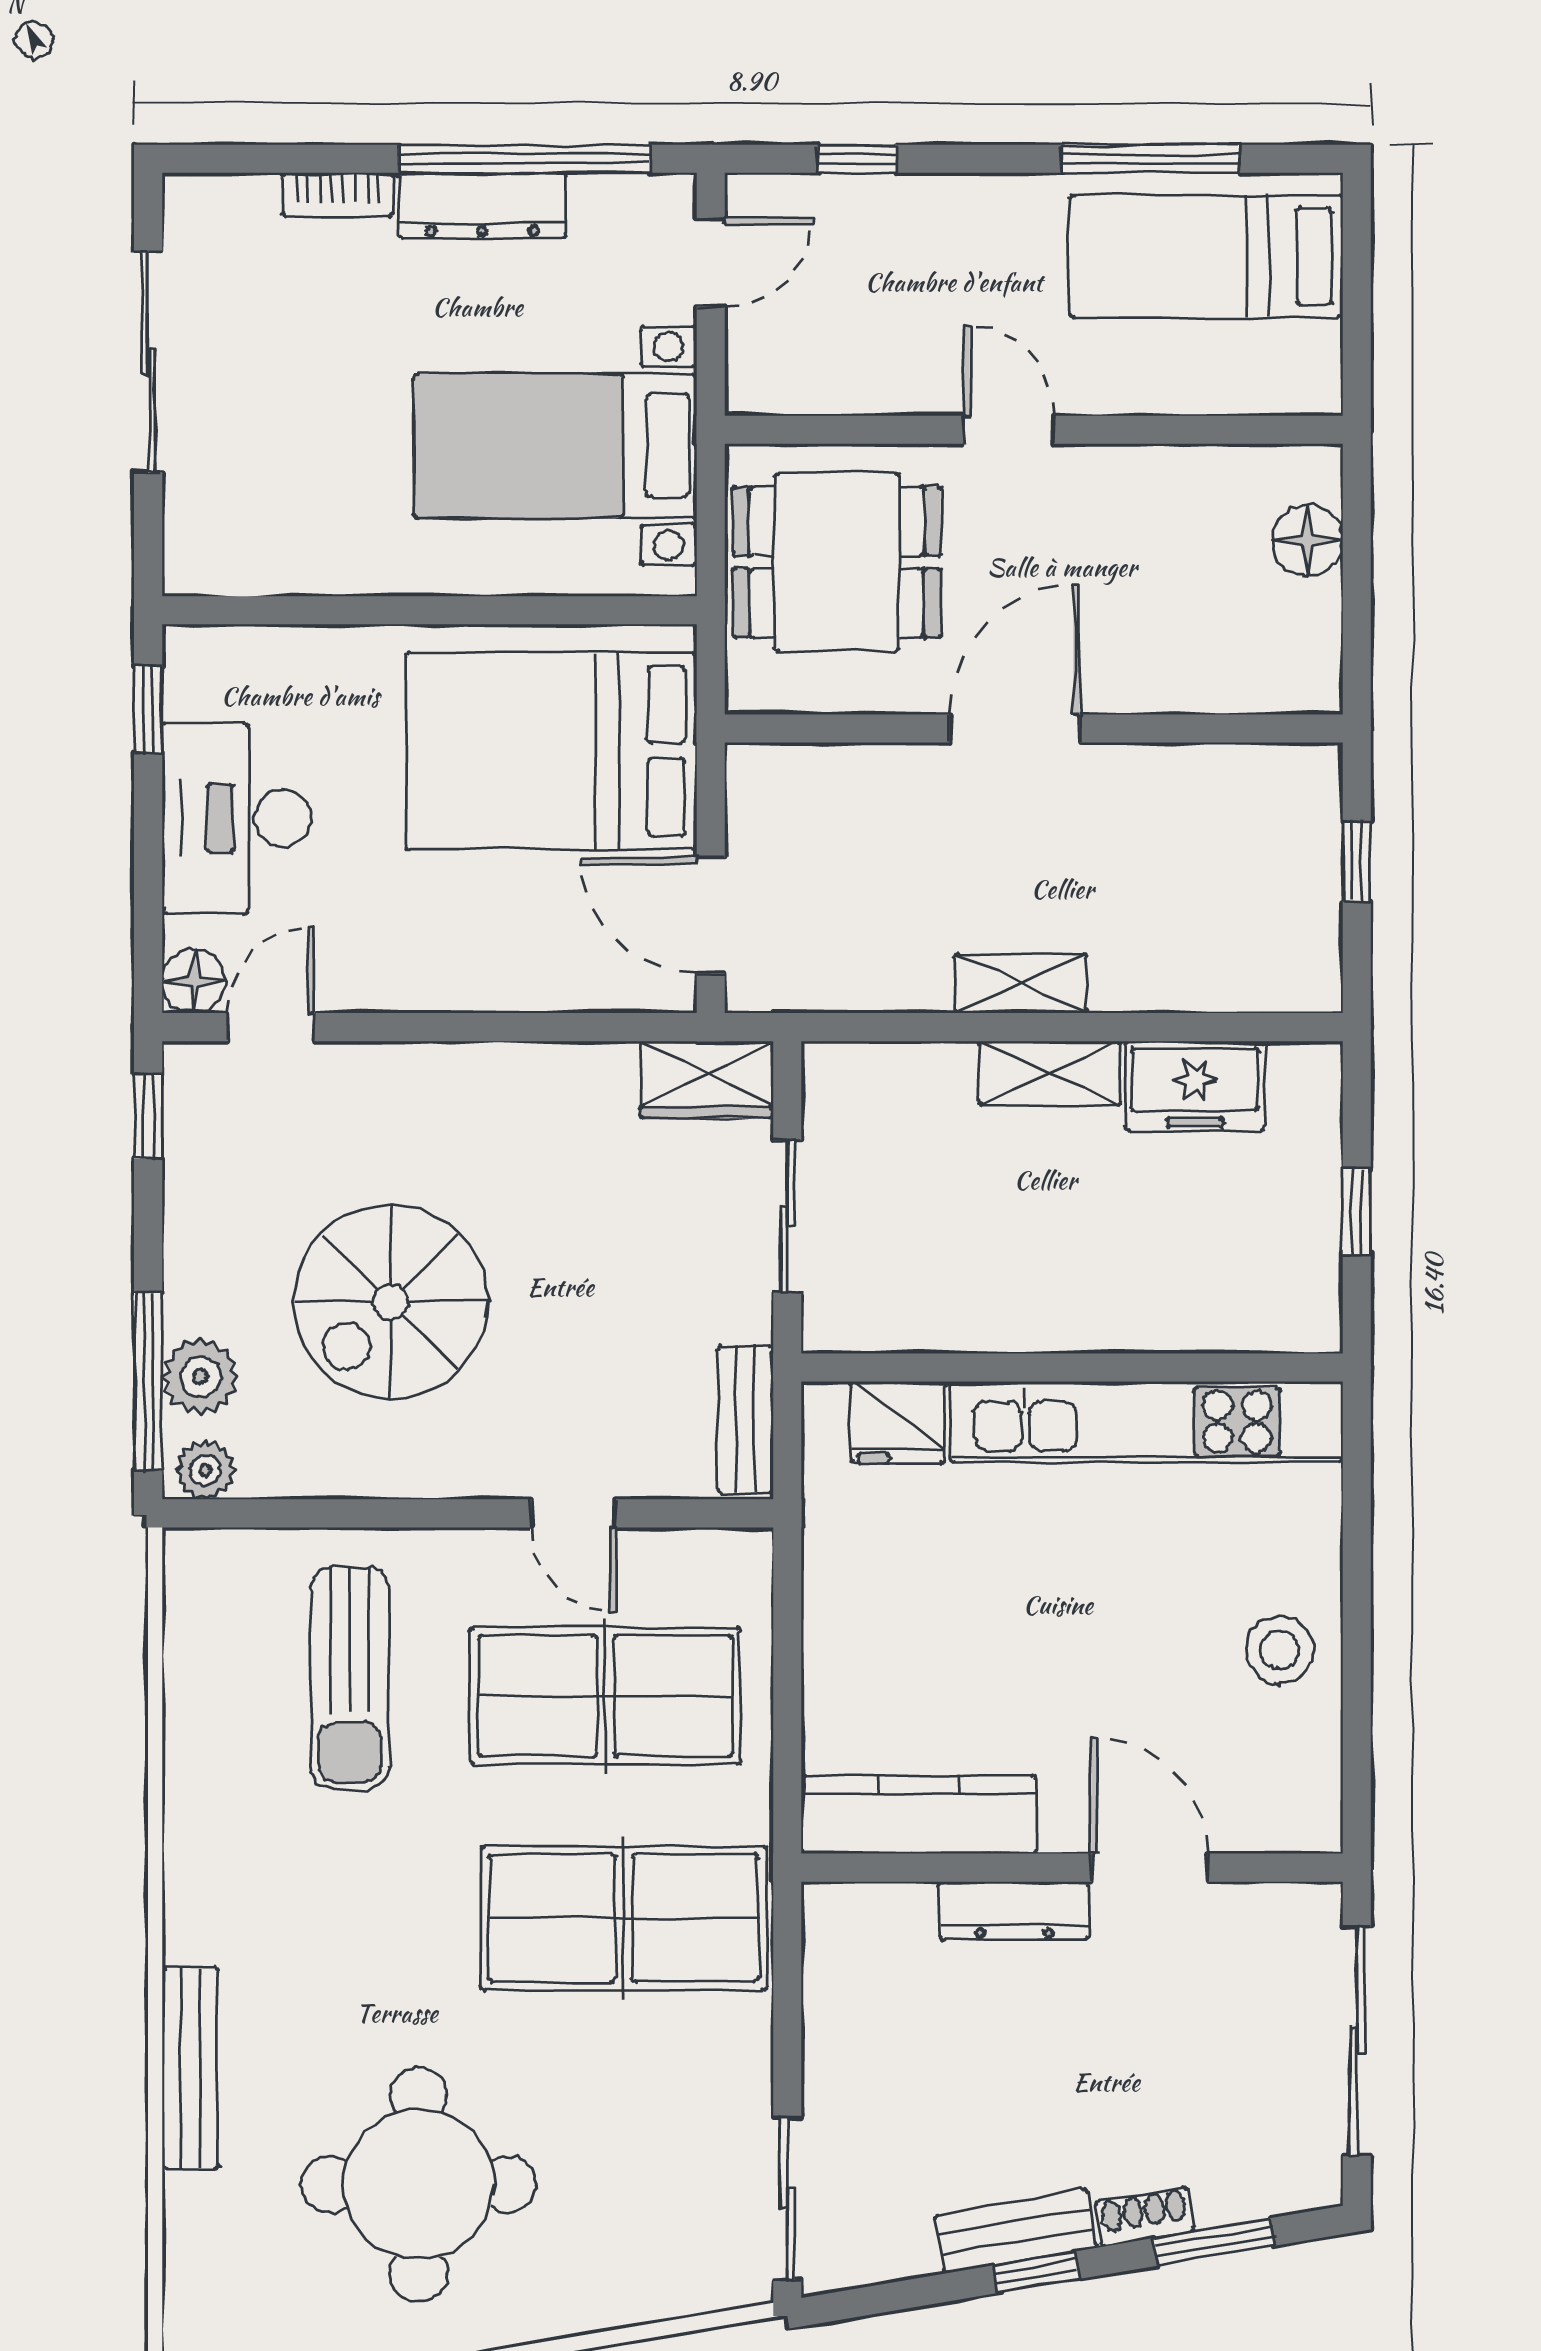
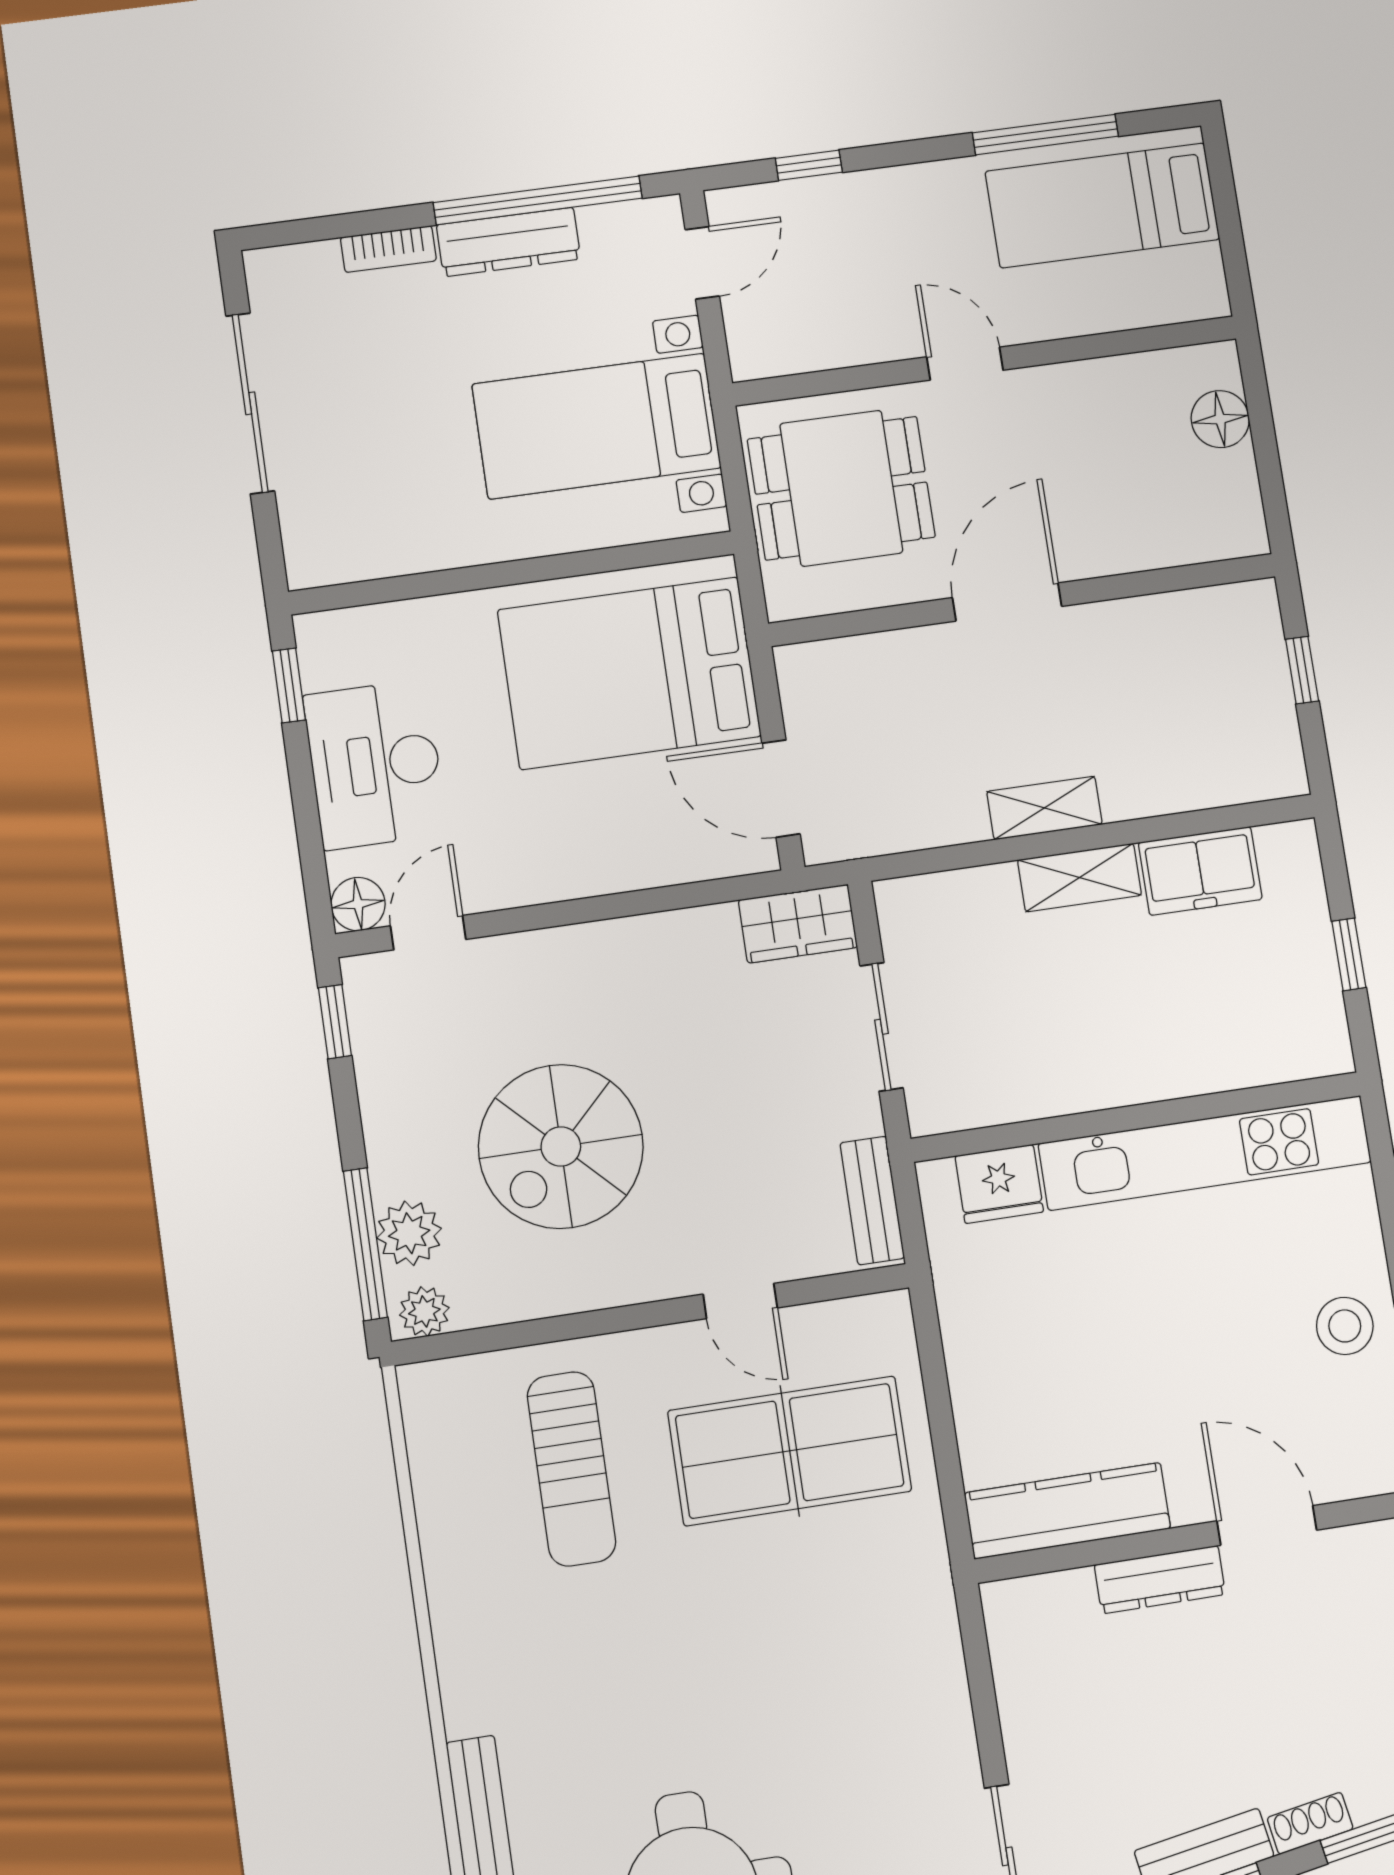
table tennis table: (624, 1918) -> (833, 1638), removed

